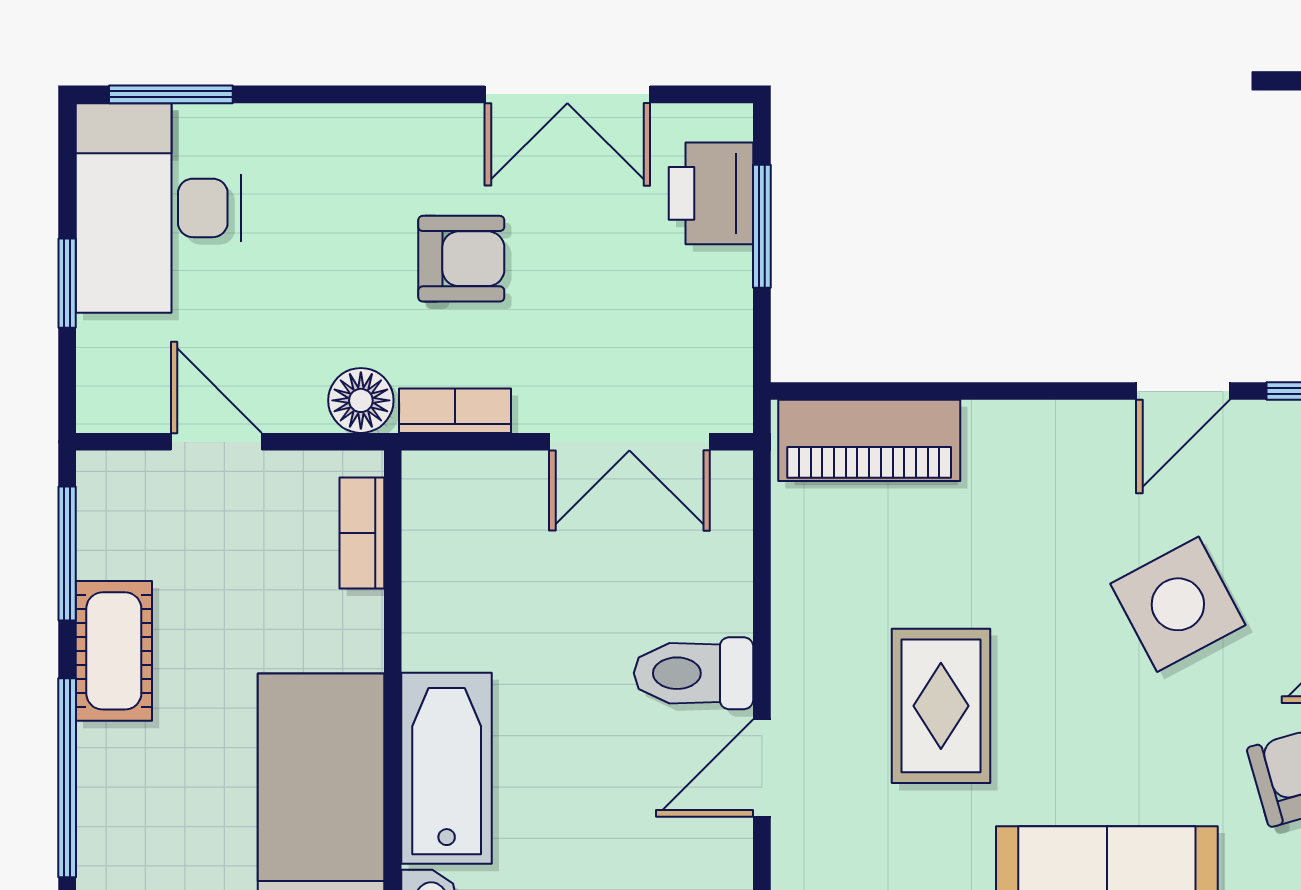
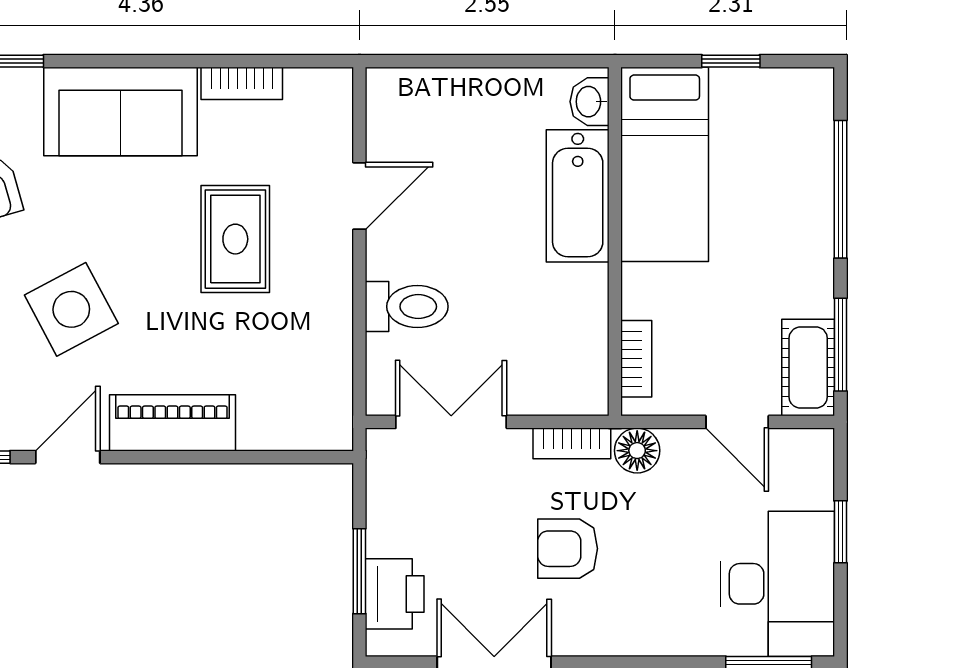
piano: (869, 440) -> (173, 423), moved
cot: (114, 651) -> (808, 368), moved
toilet: (694, 673) -> (407, 307), moved

